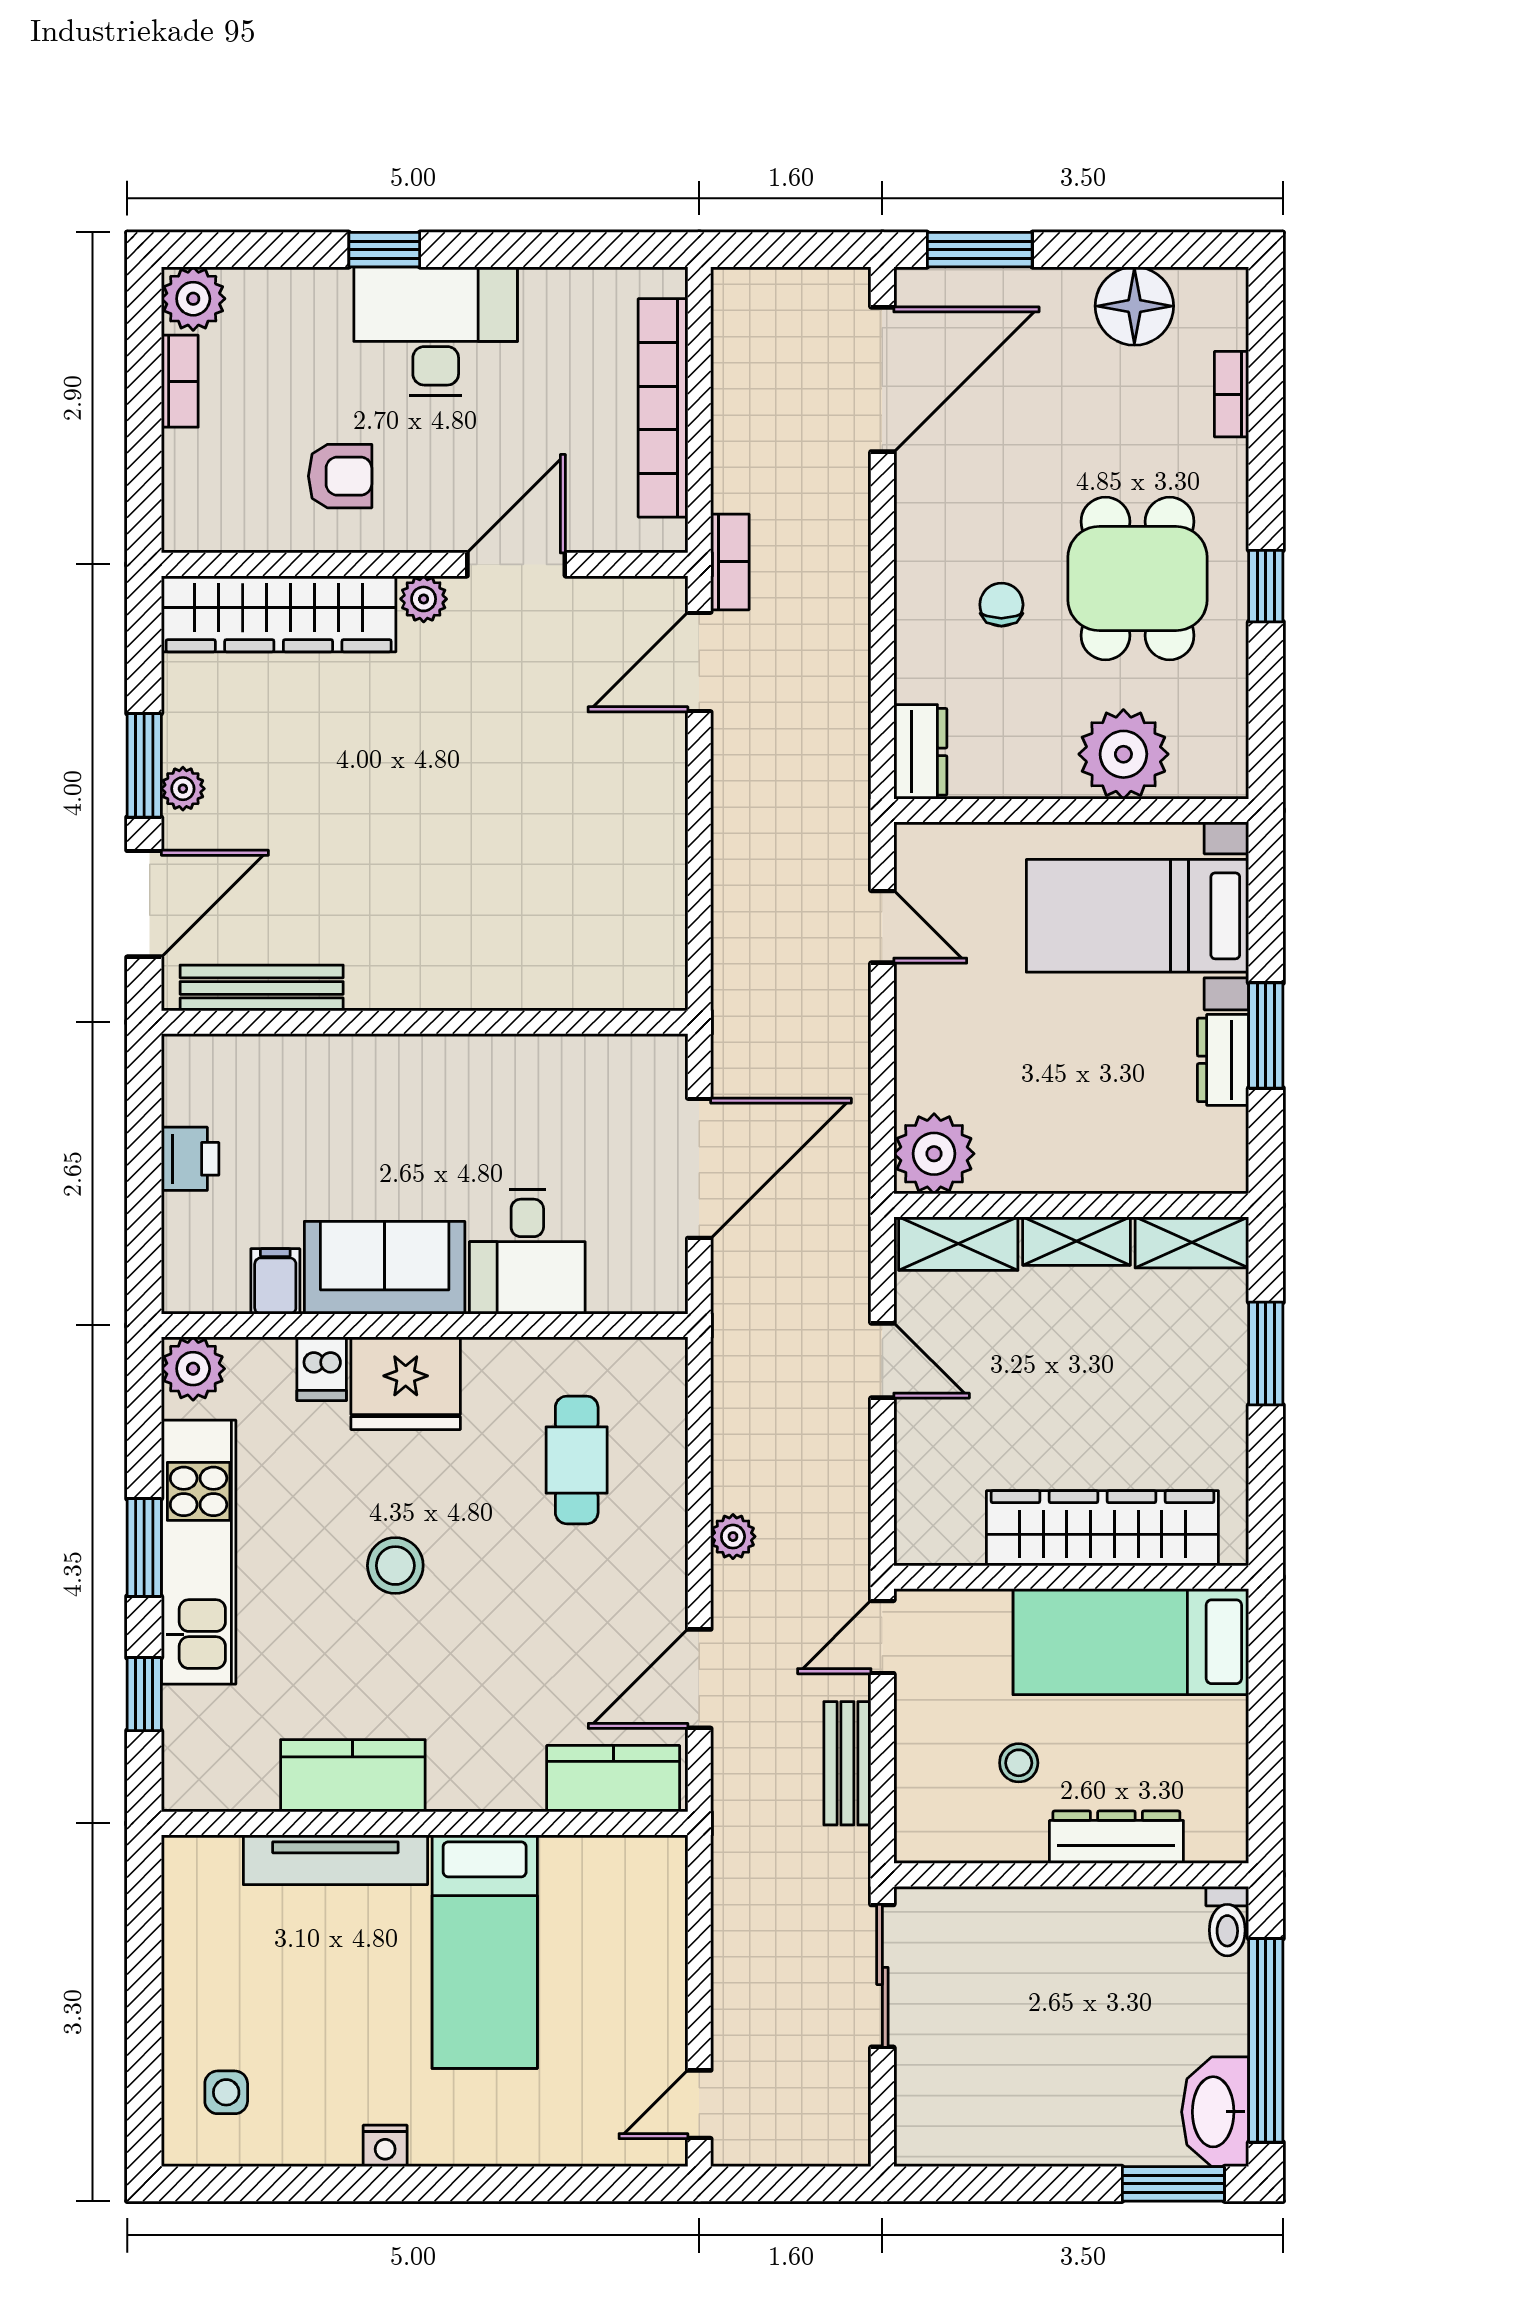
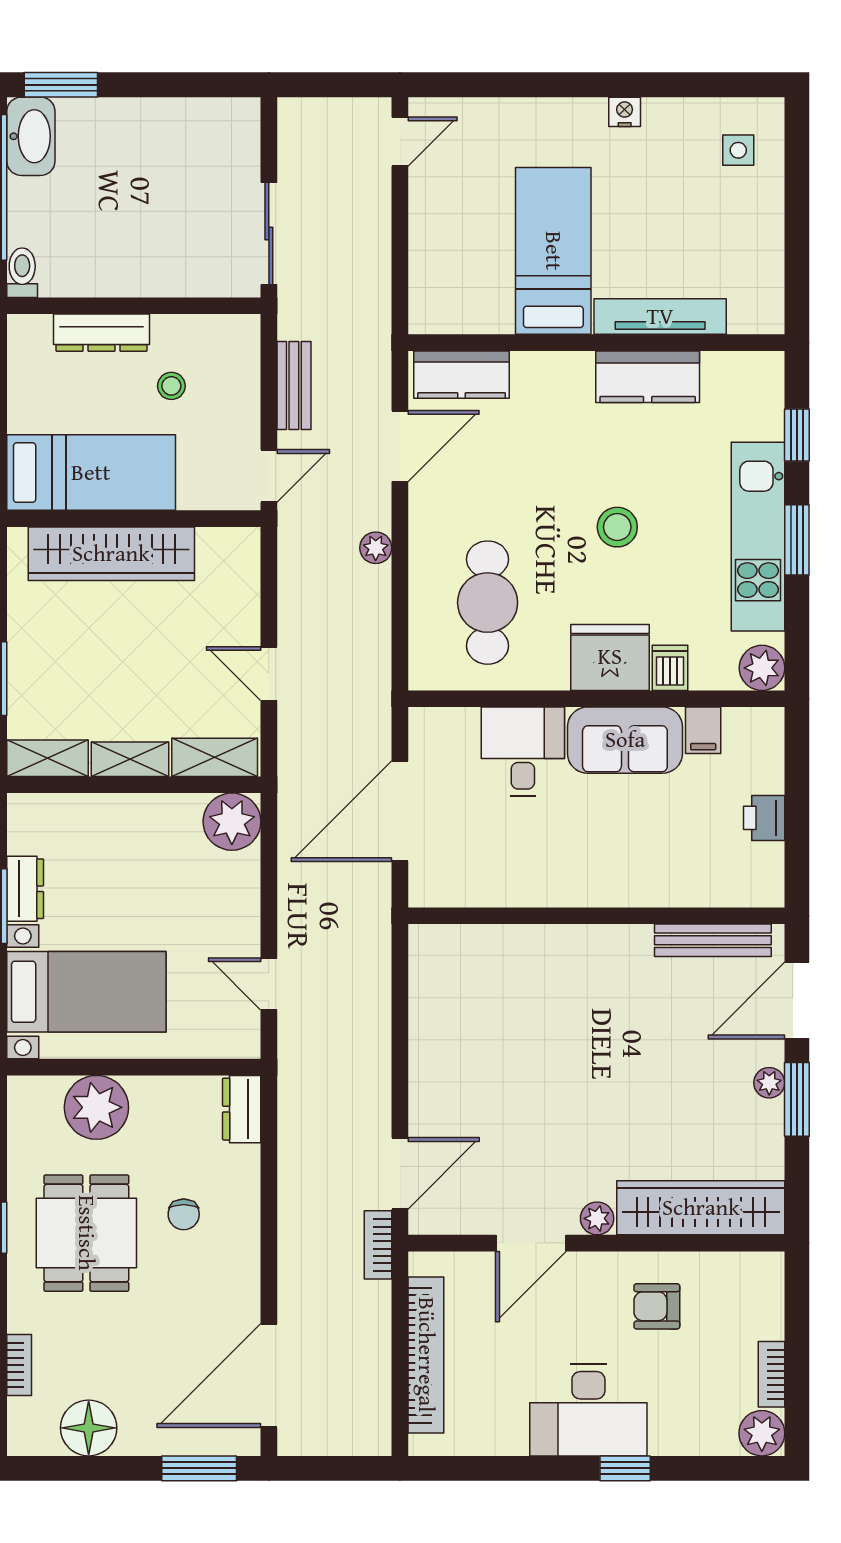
cafe table: (577, 1460) -> (488, 603), width x1.37, depth x1.35

